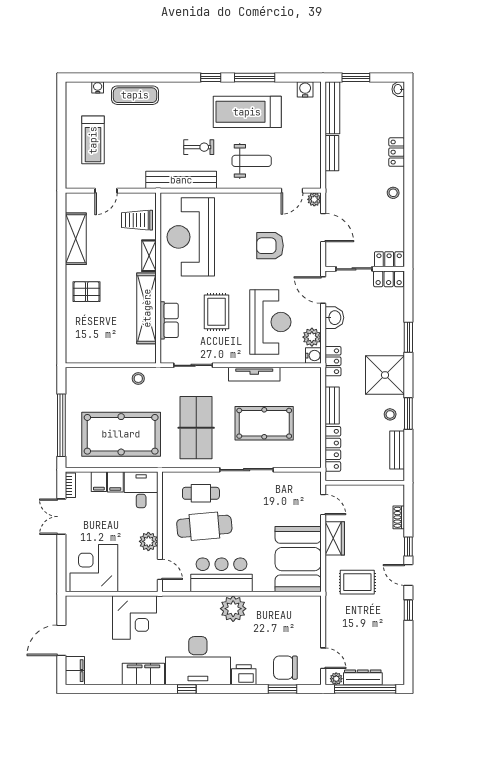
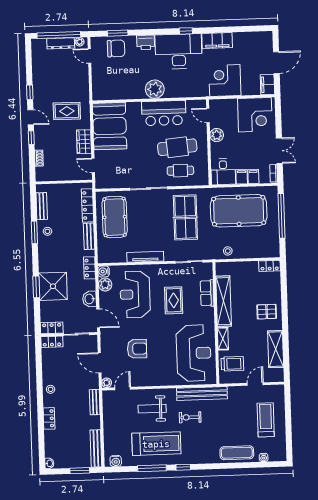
bench: (332, 153) -> (95, 402), moved
locker: (80, 356) -> (270, 266), added
shower: (385, 375) -> (53, 286), moved
pool table: (264, 423) -> (115, 217), moved, turned 90
filing cabinet: (75, 671) -> (267, 85), moved

